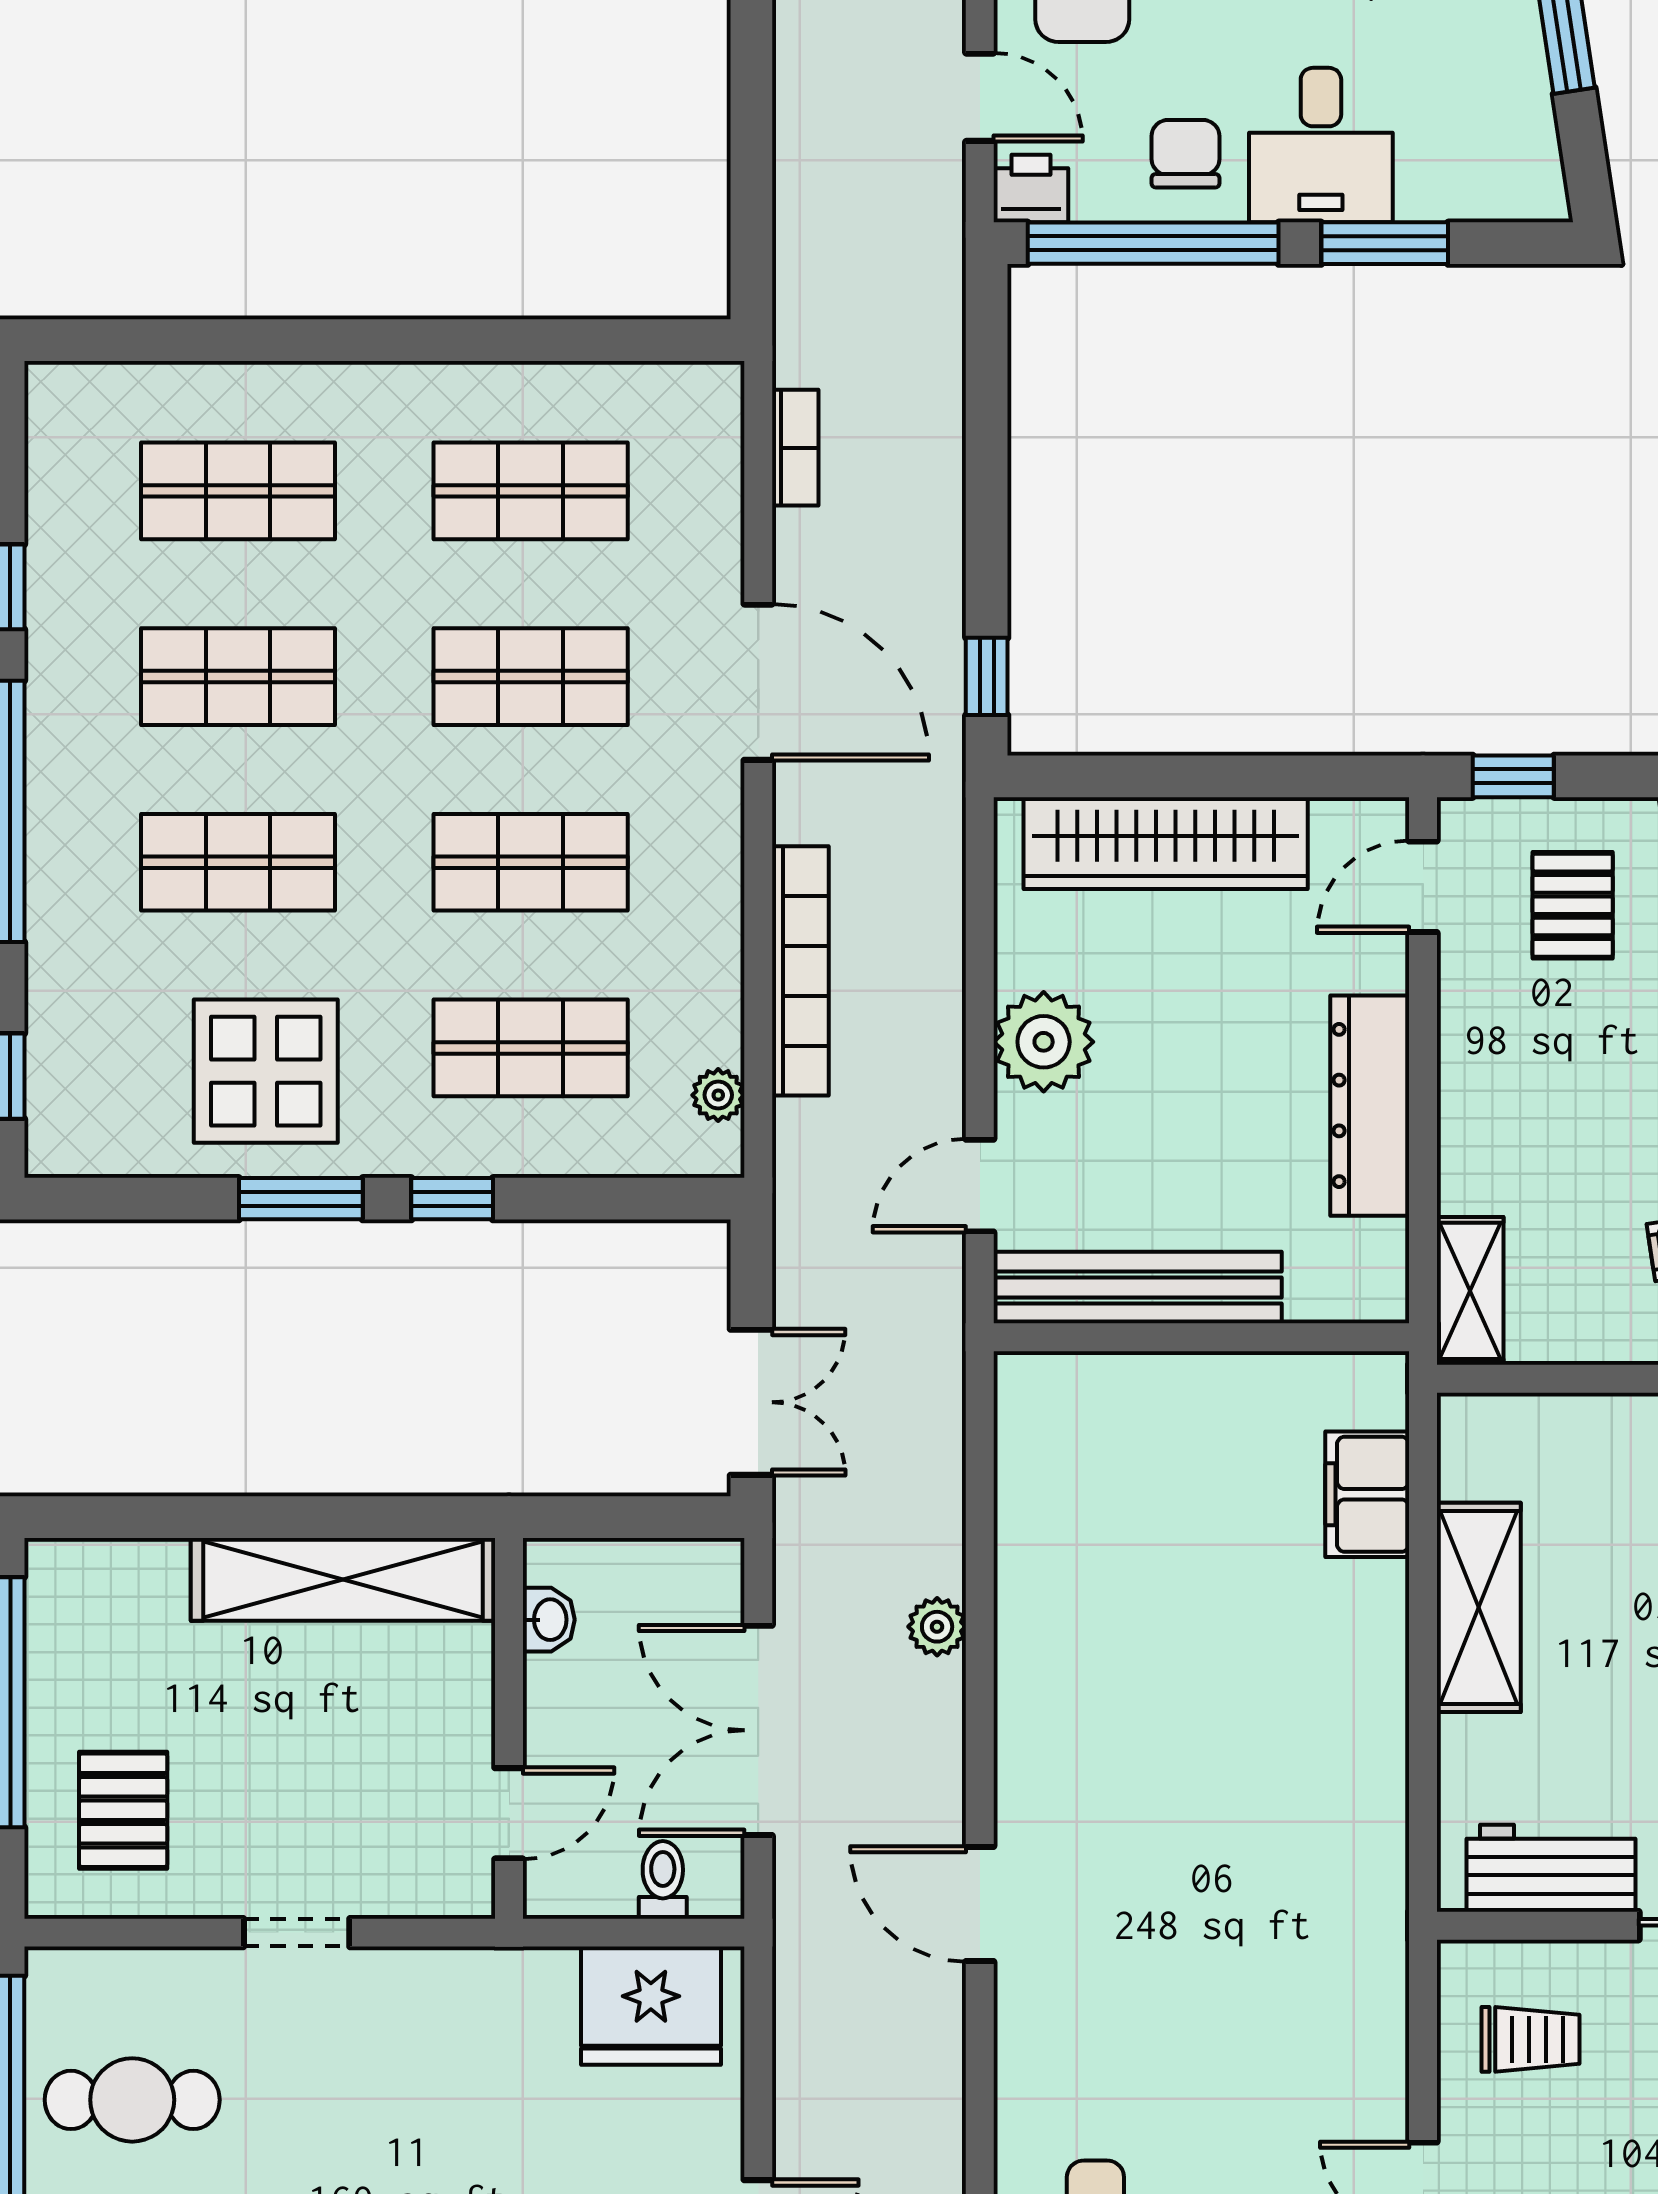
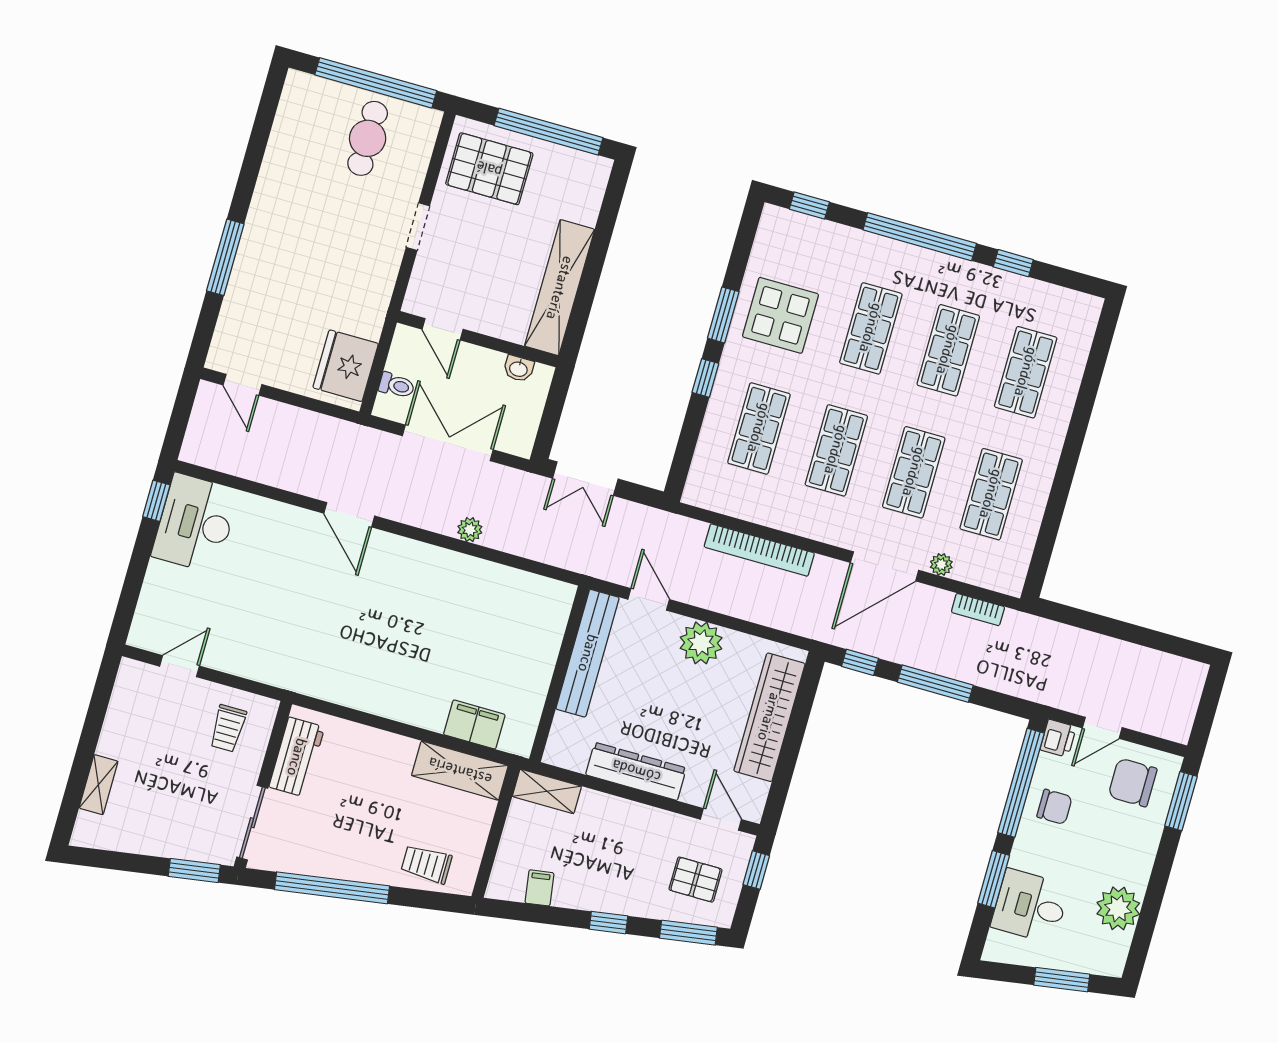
desk: (1321, 145) -> (1030, 906), moved
window: (987, 496) -> (935, 684), added
plant: (718, 1095) -> (941, 565), moved
shelving: (1479, 1607) -> (460, 771), moved
pallet: (123, 1810) -> (489, 169), width x1.50, depth x1.42
door: (980, 1904) -> (349, 515), swing flipped

